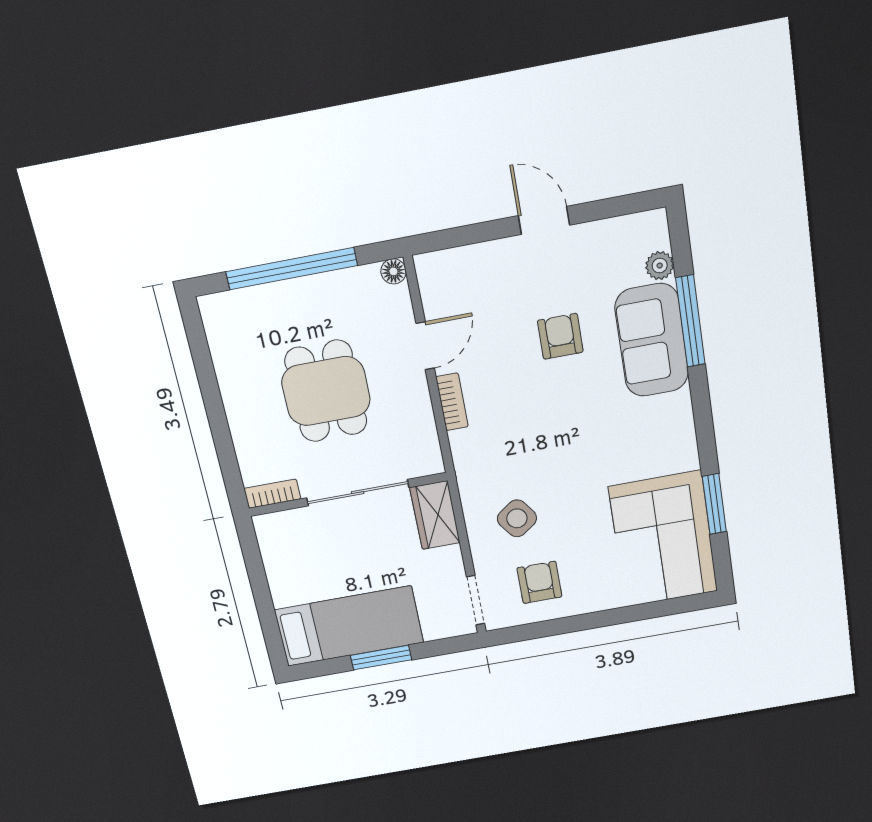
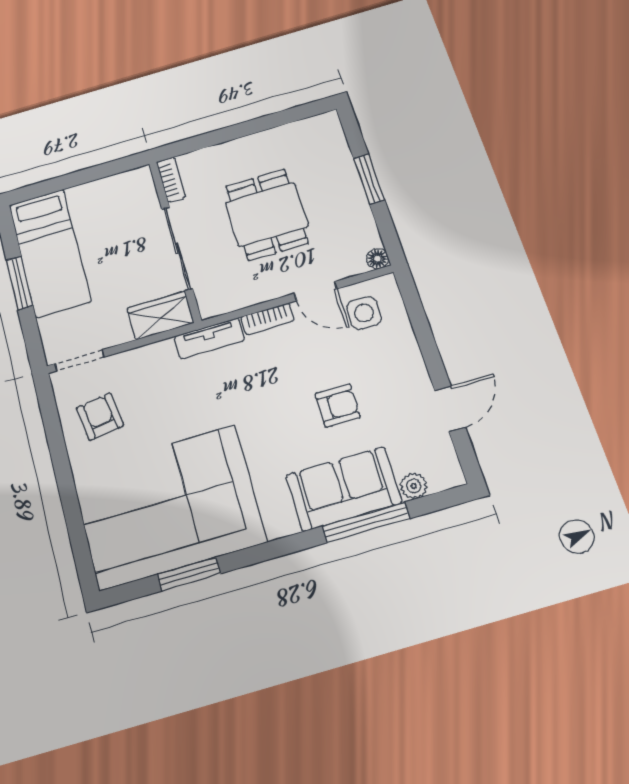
door: (544, 220) -> (450, 409), moved
window: (292, 269) -> (369, 179), width x0.47
dining table: (326, 391) -> (267, 214), turned 90
tv unit: (467, 466) -> (209, 338), added
side table: (517, 518) -> (364, 313), moved, turned 36
corner sofa: (663, 539) -> (168, 507), width x1.36, depth x1.36
armchair: (539, 582) -> (100, 417), turned -98

